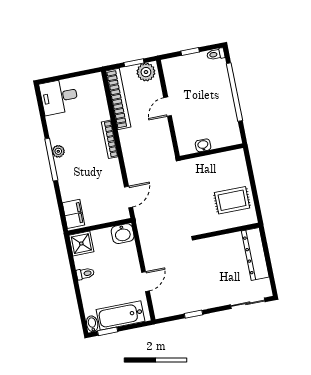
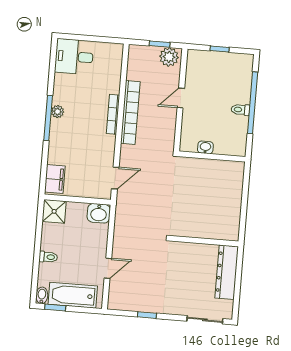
toilet: (216, 54) -> (240, 110), moved
bookcase: (118, 99) -> (130, 113), moved
rug: (232, 200) -> (219, 211), removed
toilet: (85, 274) -> (48, 257), moved

